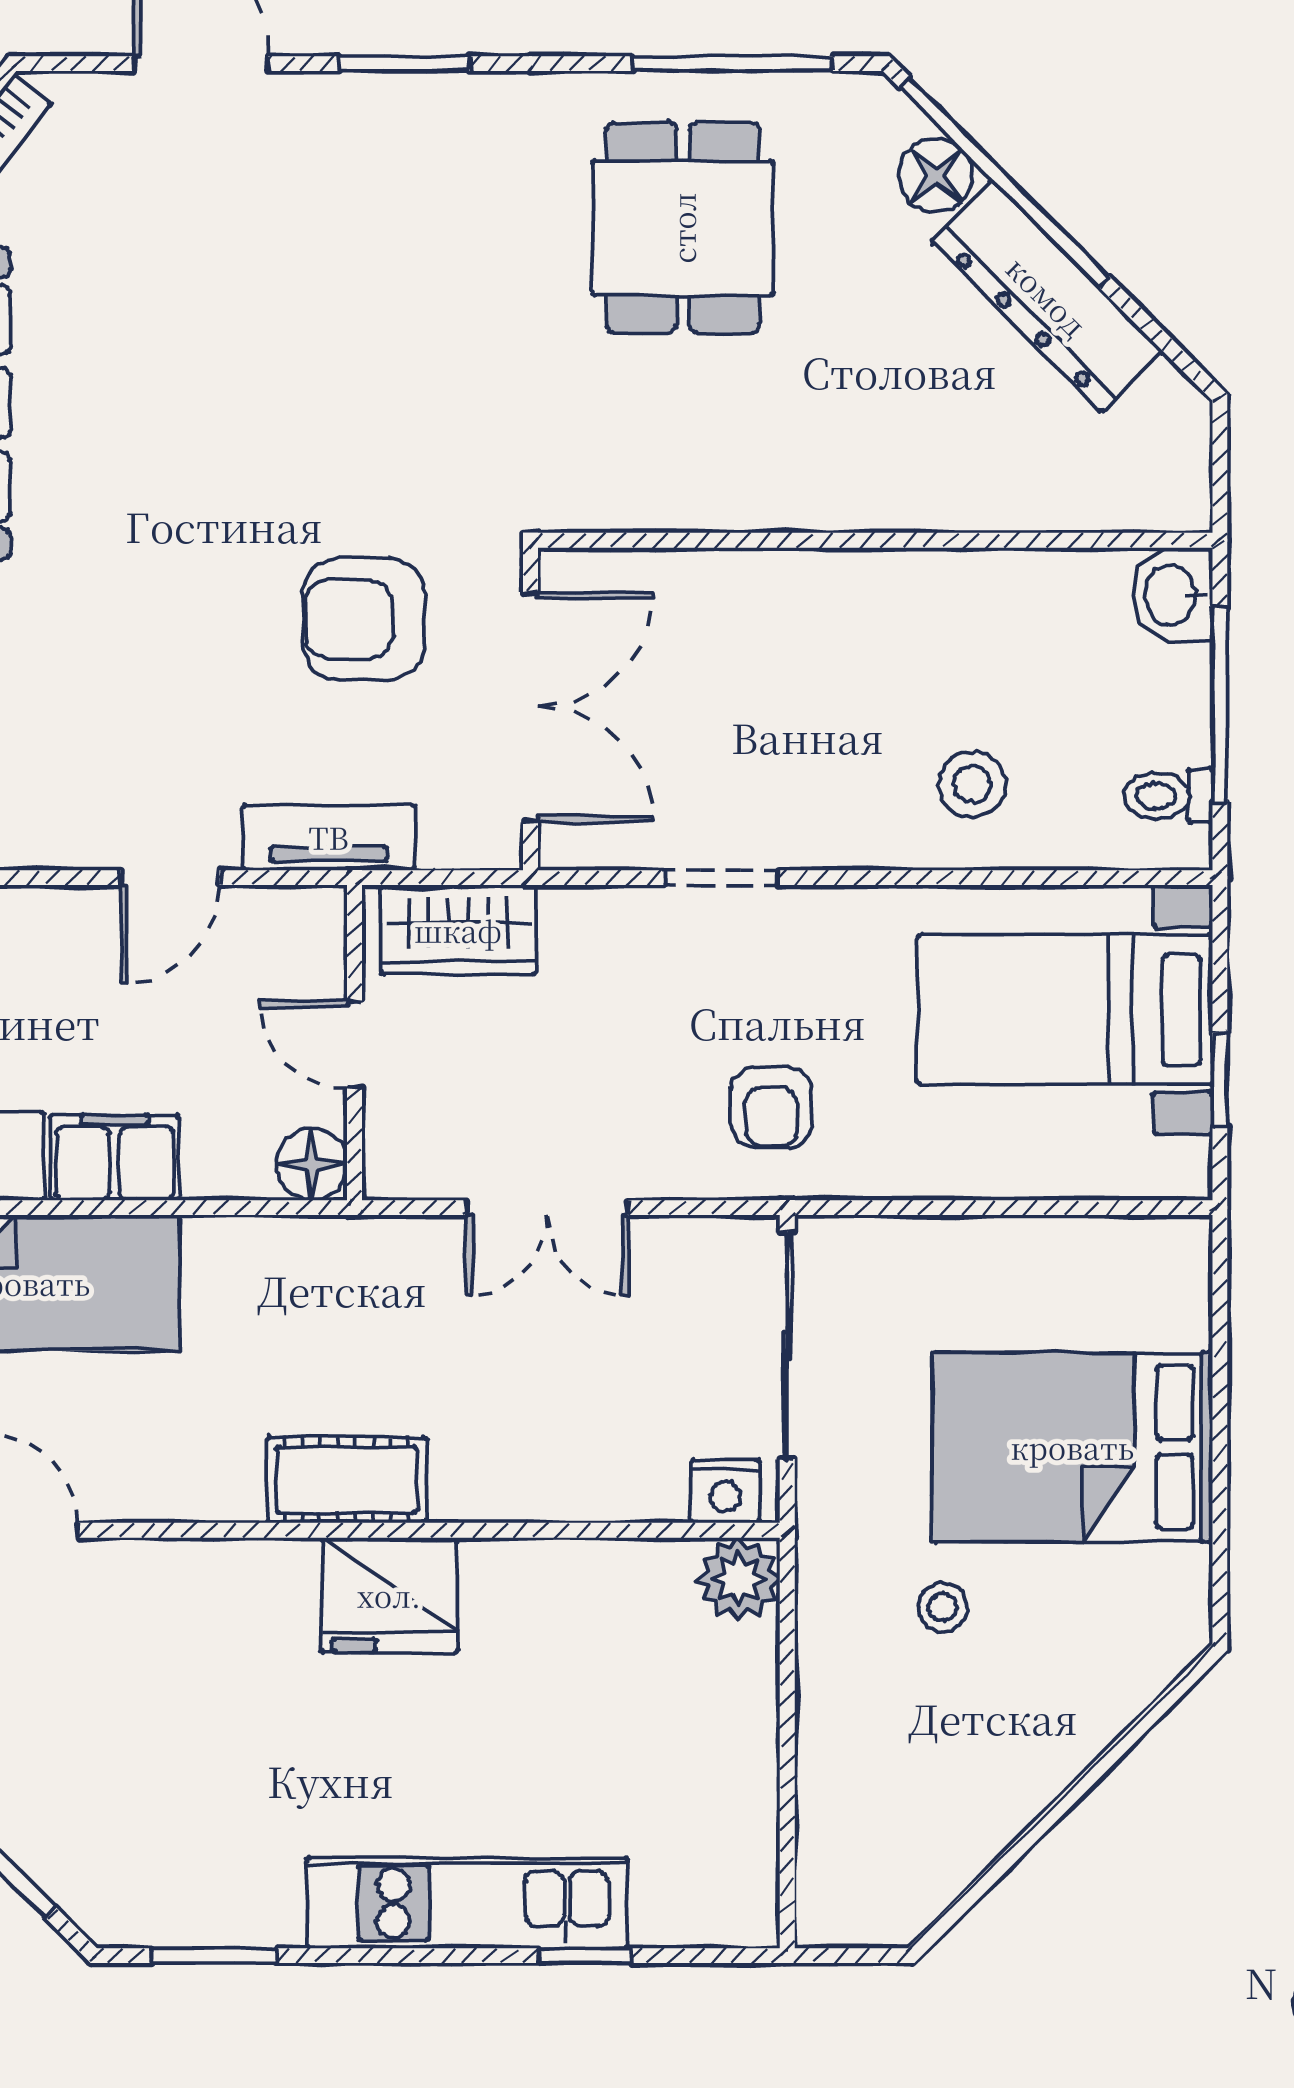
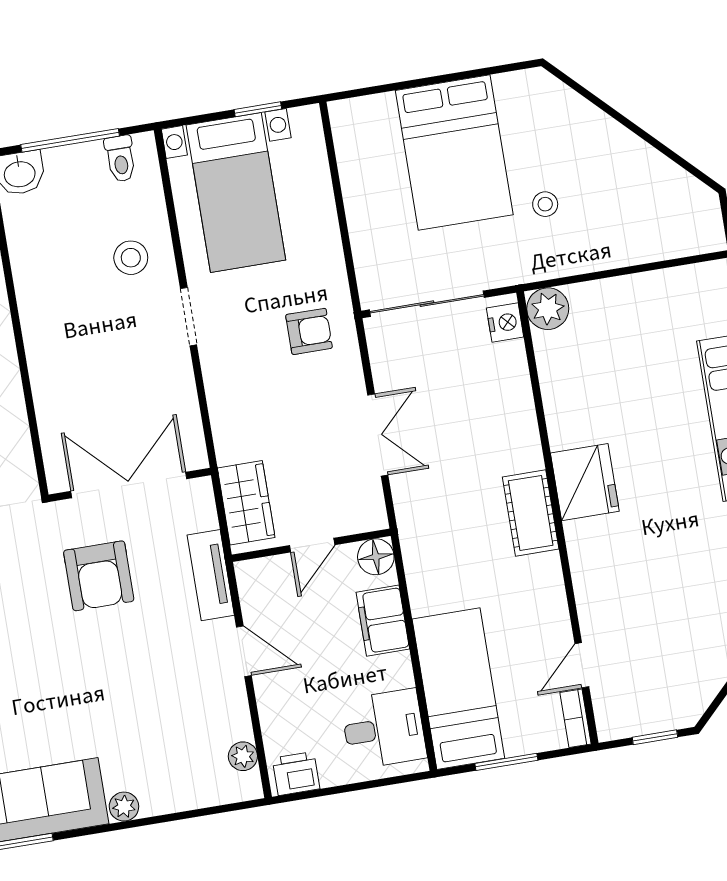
doorway: (721, 878) -> (189, 317), moved
filing cabinet: (114, 1157) -> (383, 621), moved

